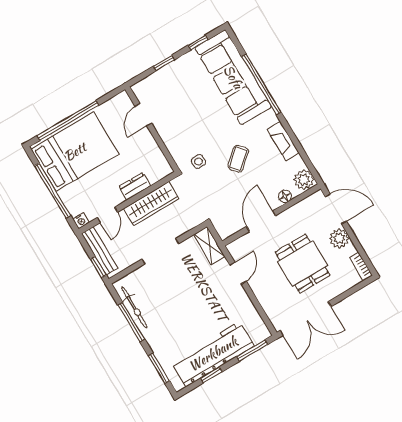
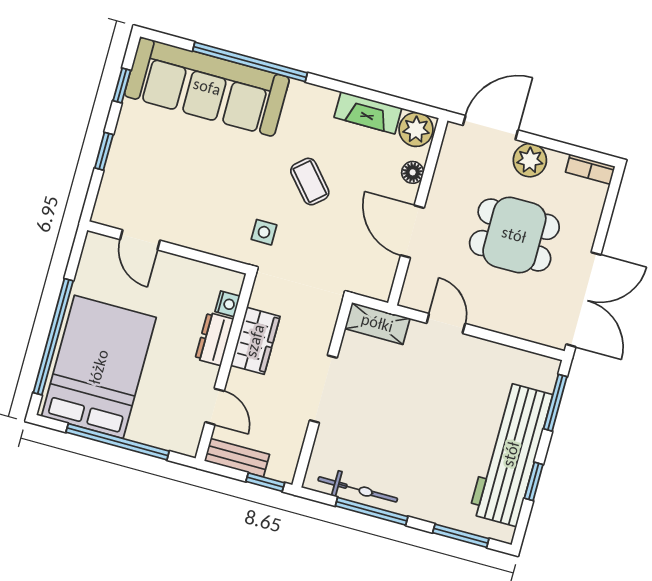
fireplace: (283, 141) -> (368, 113), moved
wardrobe: (151, 204) -> (255, 341), width x0.67
nightstand: (81, 221) -> (228, 304), moved
bench: (100, 251) -> (237, 458), width x0.73

